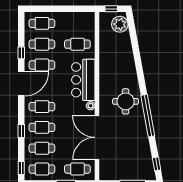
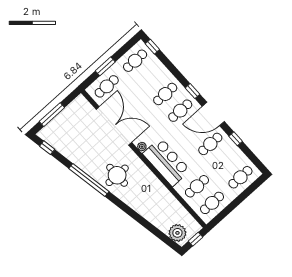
cafe table: (42, 44) -> (212, 203), moved
door: (21, 84) -> (213, 114), hinge flipped
window: (21, 131) -> (193, 91), moved
cafe table: (42, 148) -> (150, 77), removed

